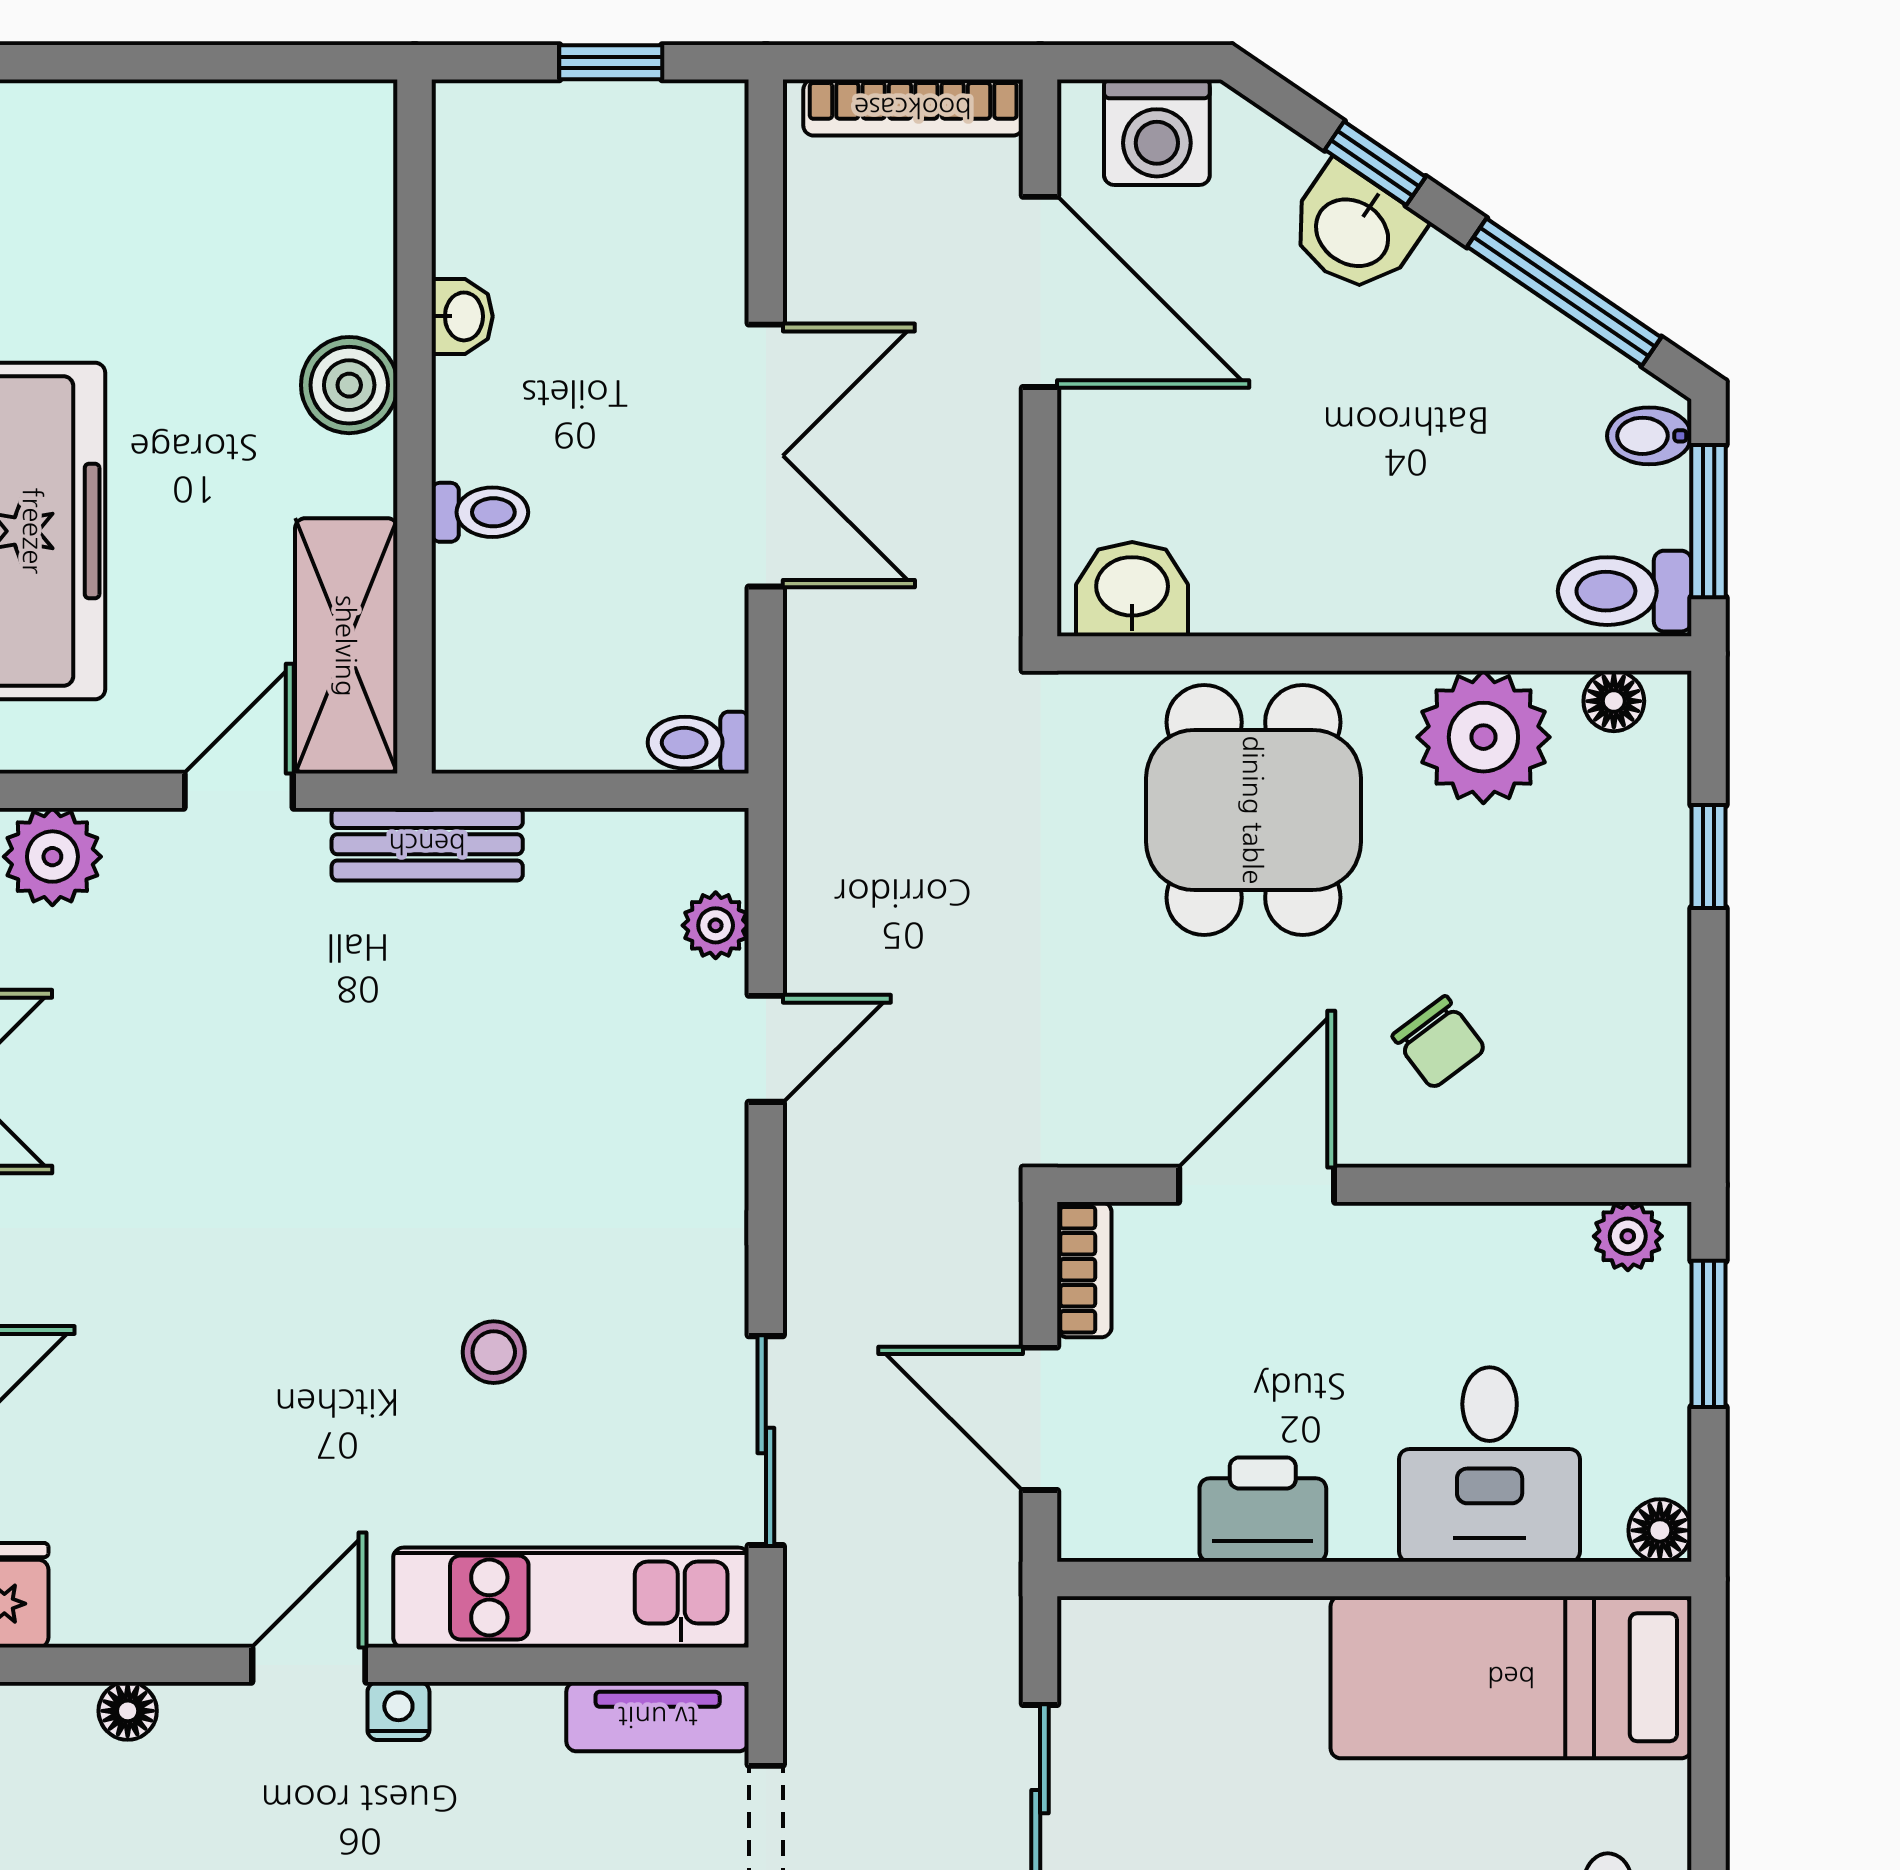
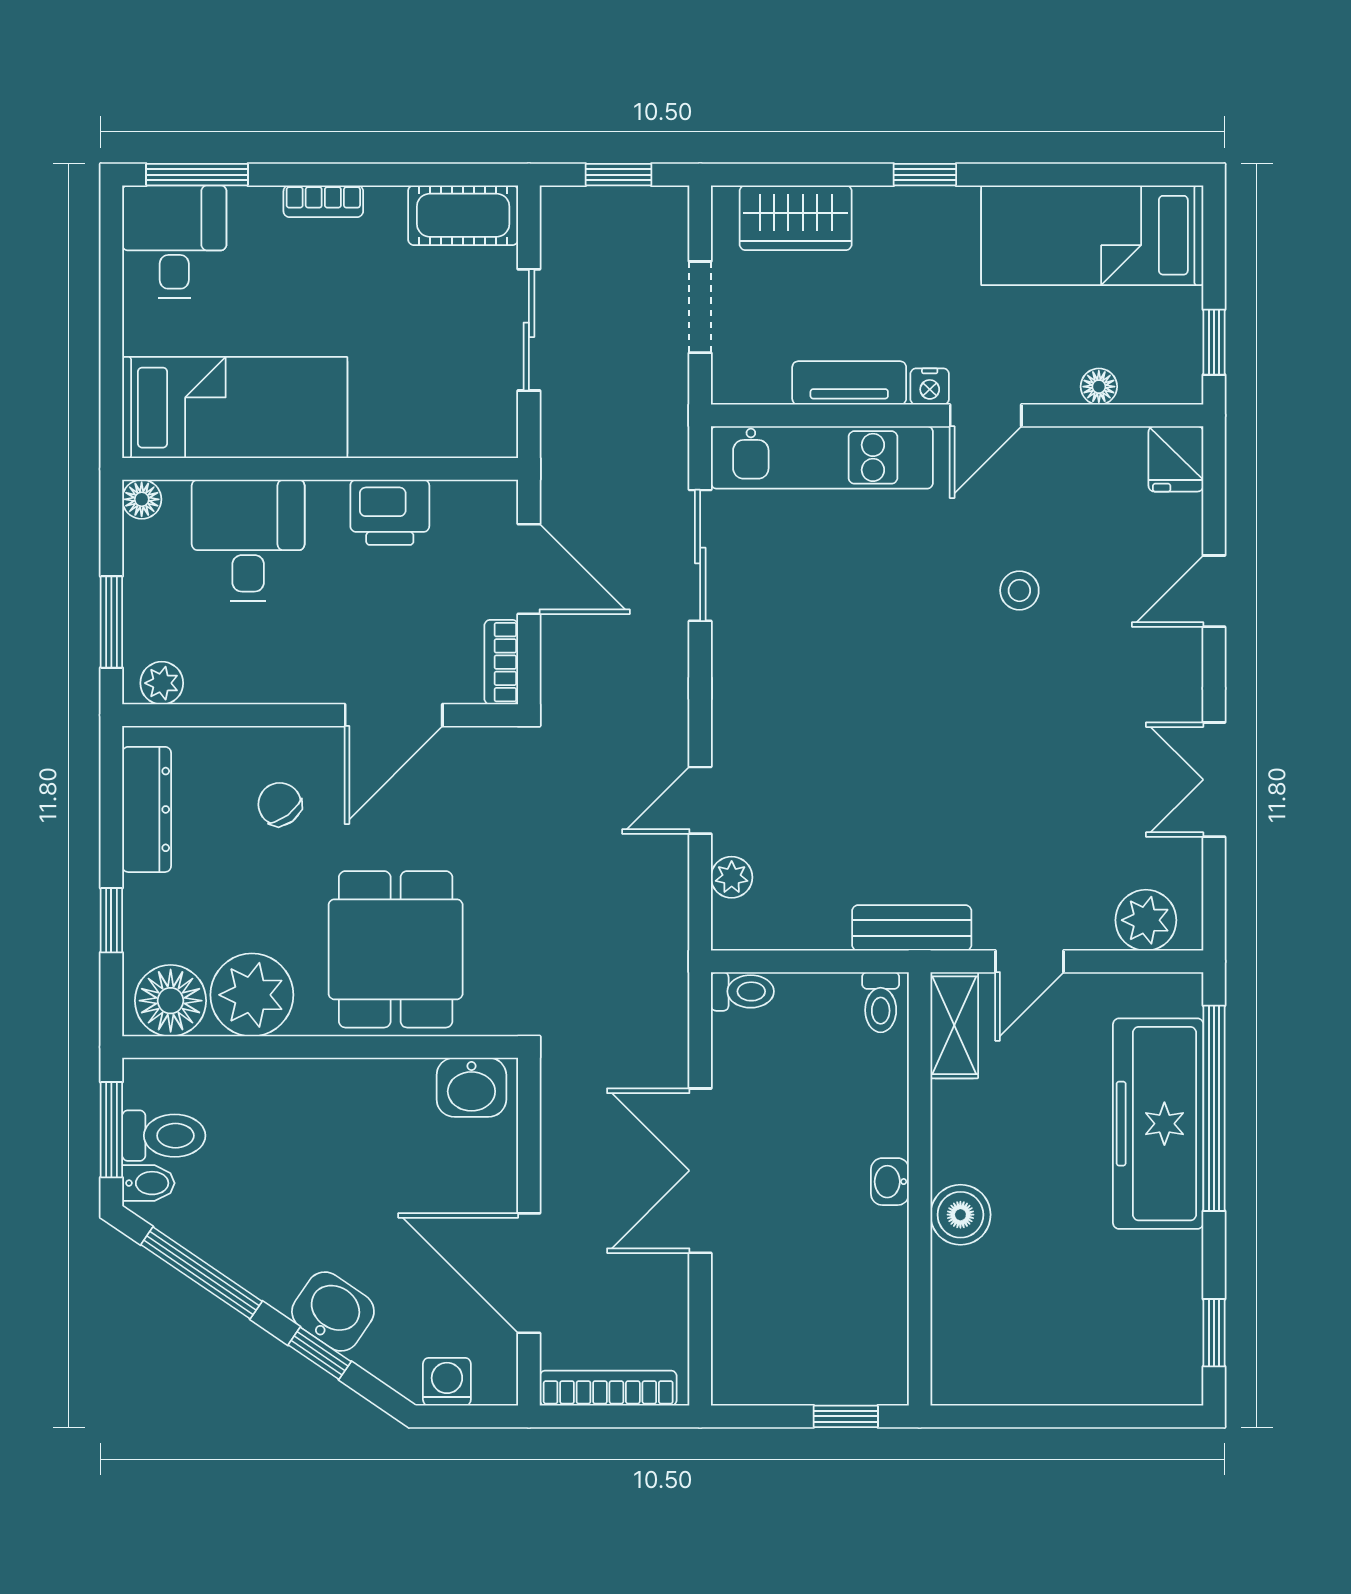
window: (611, 62) -> (846, 1416), moved
washing machine: (1157, 132) -> (447, 1382), width x0.73, depth x0.73
washbasin: (462, 316) -> (890, 1182), moved
toilet: (480, 512) -> (881, 1002), moved, turned -90
toilet: (1625, 591) -> (164, 1136), moved
shelving: (346, 646) -> (954, 1025), width x0.67, depth x0.75
floor lamp: (1614, 701) -> (171, 1001), width x1.89, depth x1.89
dresser: (1652, 1034) -> (147, 809), added
stool: (494, 1352) -> (1019, 590), moved
tv unit: (658, 1717) -> (849, 383), moved

